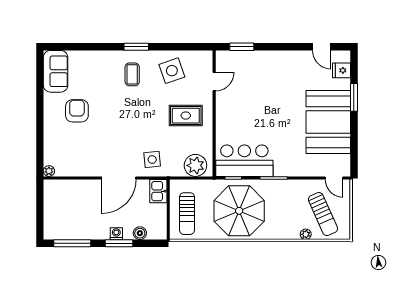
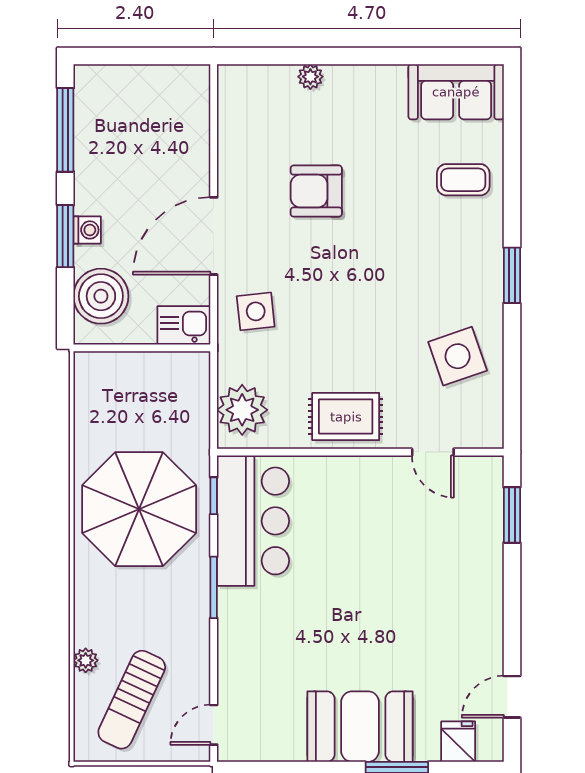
coffee table: (132, 74) -> (463, 180), moved
armchair: (77, 111) -> (316, 191), moved, turned 180
rug: (186, 116) -> (346, 417), moved, turned 90
booth: (328, 122) -> (360, 727), width x0.73, depth x0.70
plant: (49, 171) -> (310, 77), moved
door: (119, 178) -> (214, 236), hinge flipped
sun lounger: (187, 214) -> (133, 391), removed
sun lounger: (323, 214) -> (132, 700), turned -41
boiler: (140, 233) -> (101, 296), width x1.86, depth x1.86

